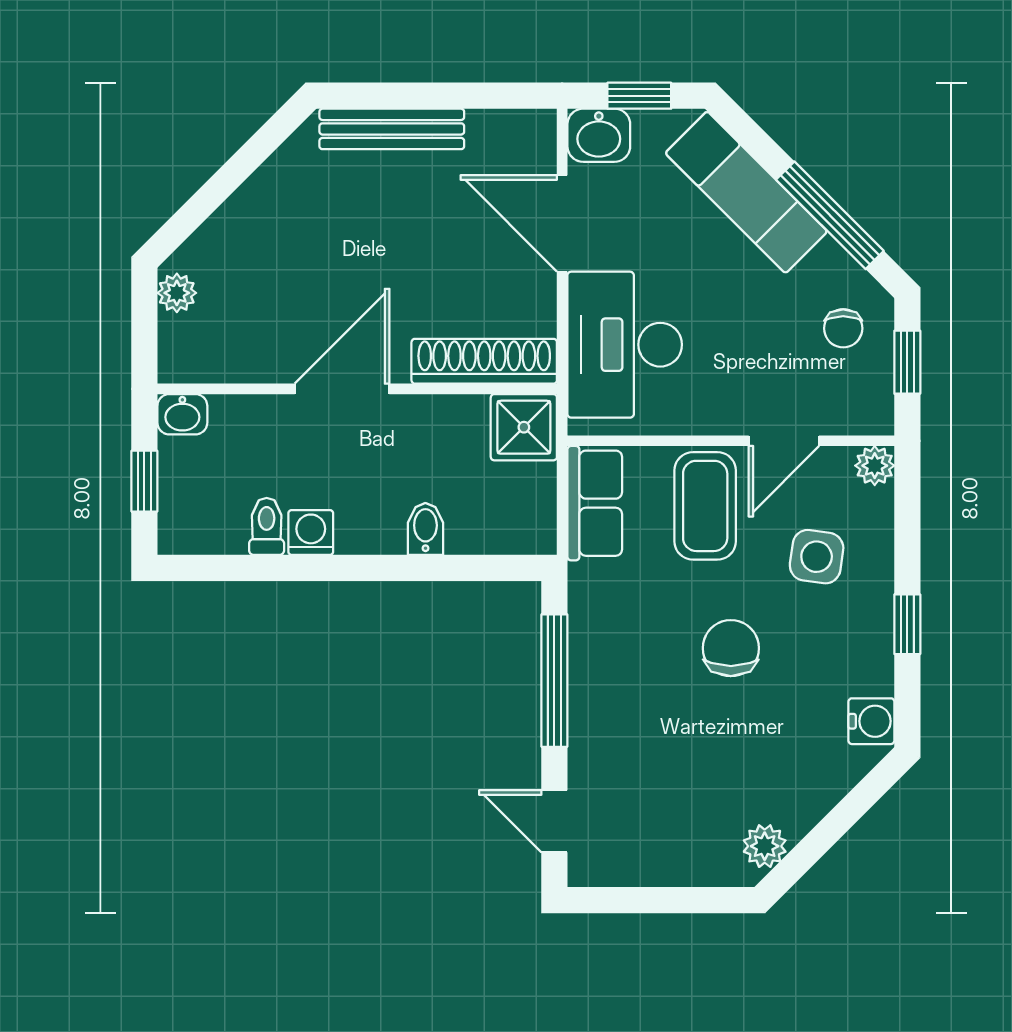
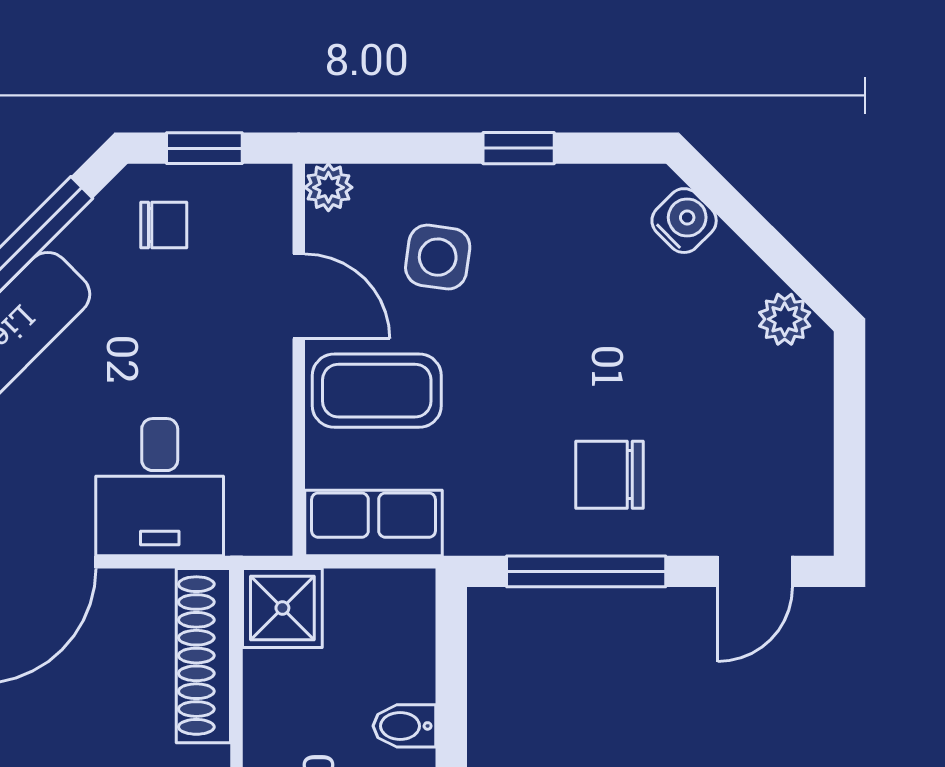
desk: (625, 345) -> (160, 487), width x0.73
chair: (731, 648) -> (610, 475), moved
water cooler: (871, 721) -> (684, 221), moved, turned 45

